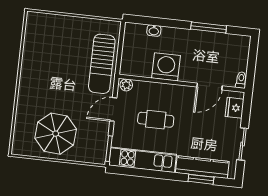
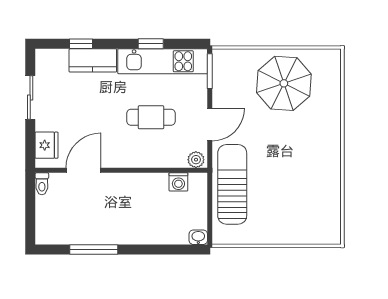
washbasin: (154, 31) -> (198, 237), moved
washing machine: (166, 67) -> (178, 182), moved, width x0.53, depth x0.53
kitchen counter: (202, 167) -> (93, 60), width x0.67
window: (150, 174) -> (151, 44), added
window: (201, 179) -> (81, 44), width x0.67

